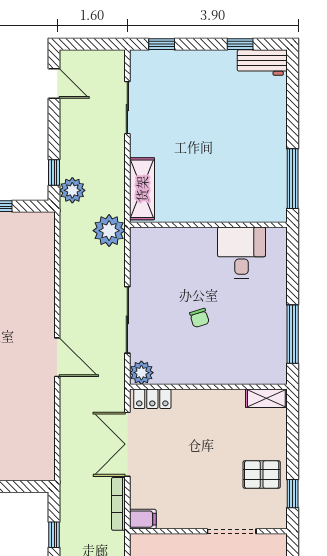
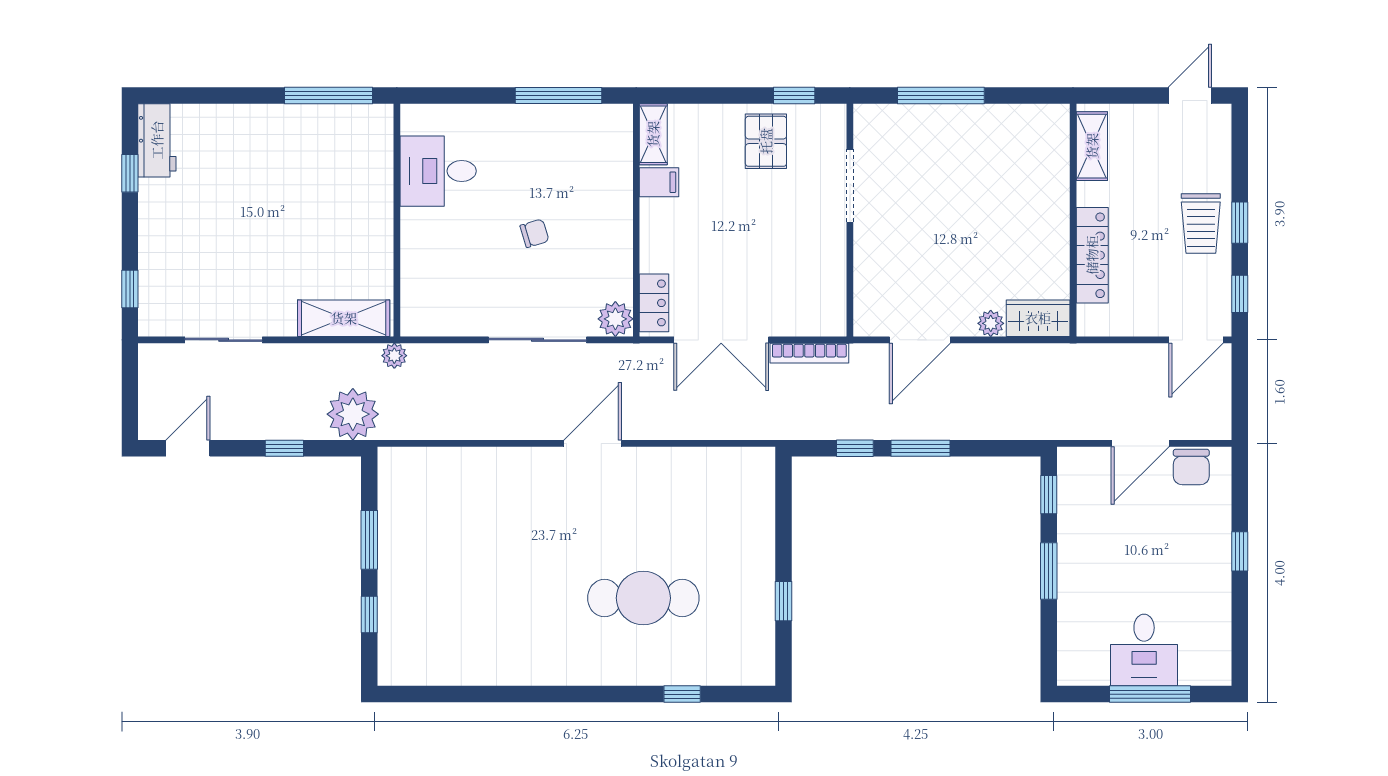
window: (54, 173) -> (284, 448), moved
plant: (72, 190) -> (353, 414), width x1.36, depth x1.36
plant: (109, 231) -> (394, 356), width x0.53, depth x0.53
filing cabinet: (143, 519) -> (659, 182), moved, turned 90

